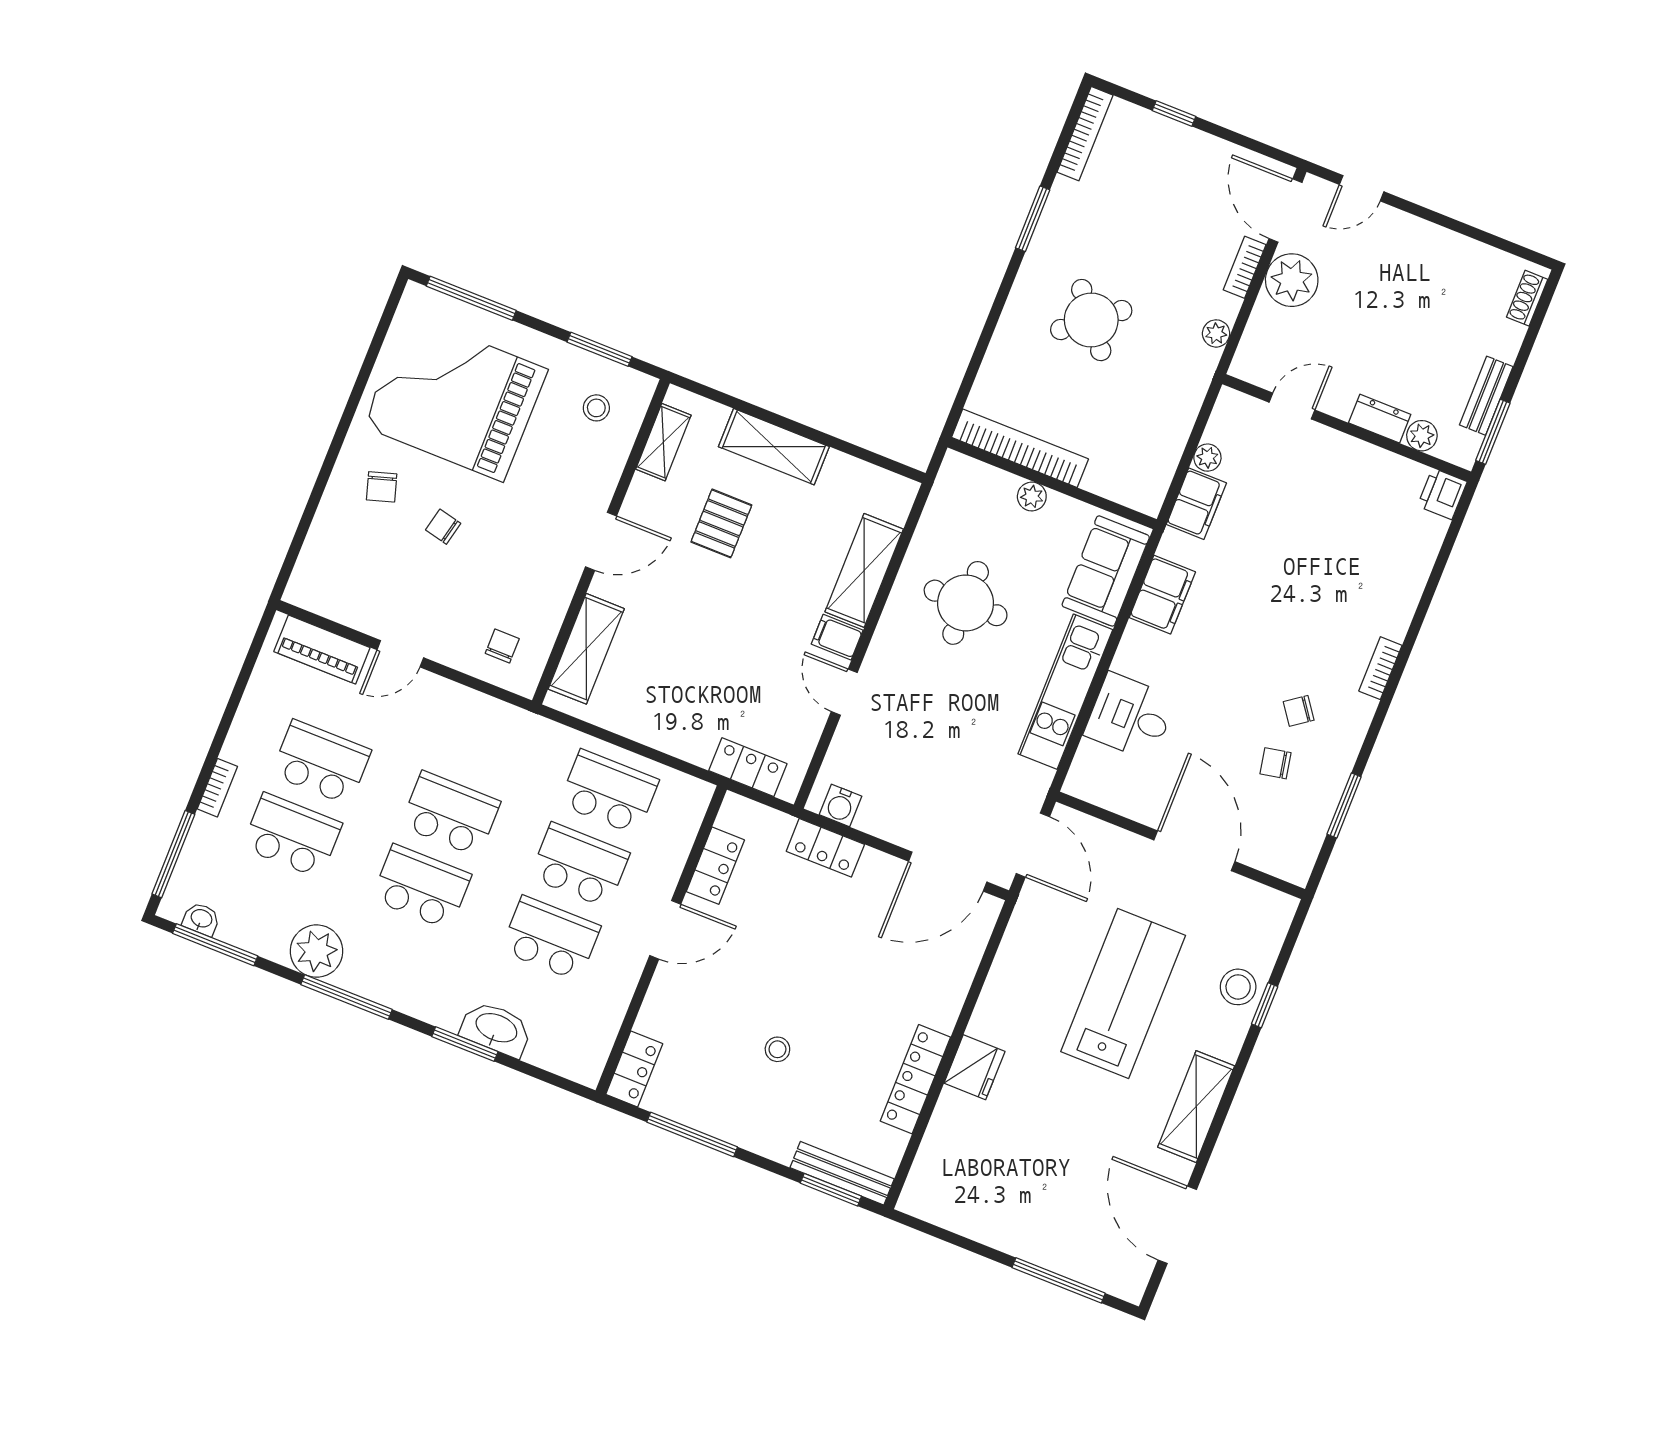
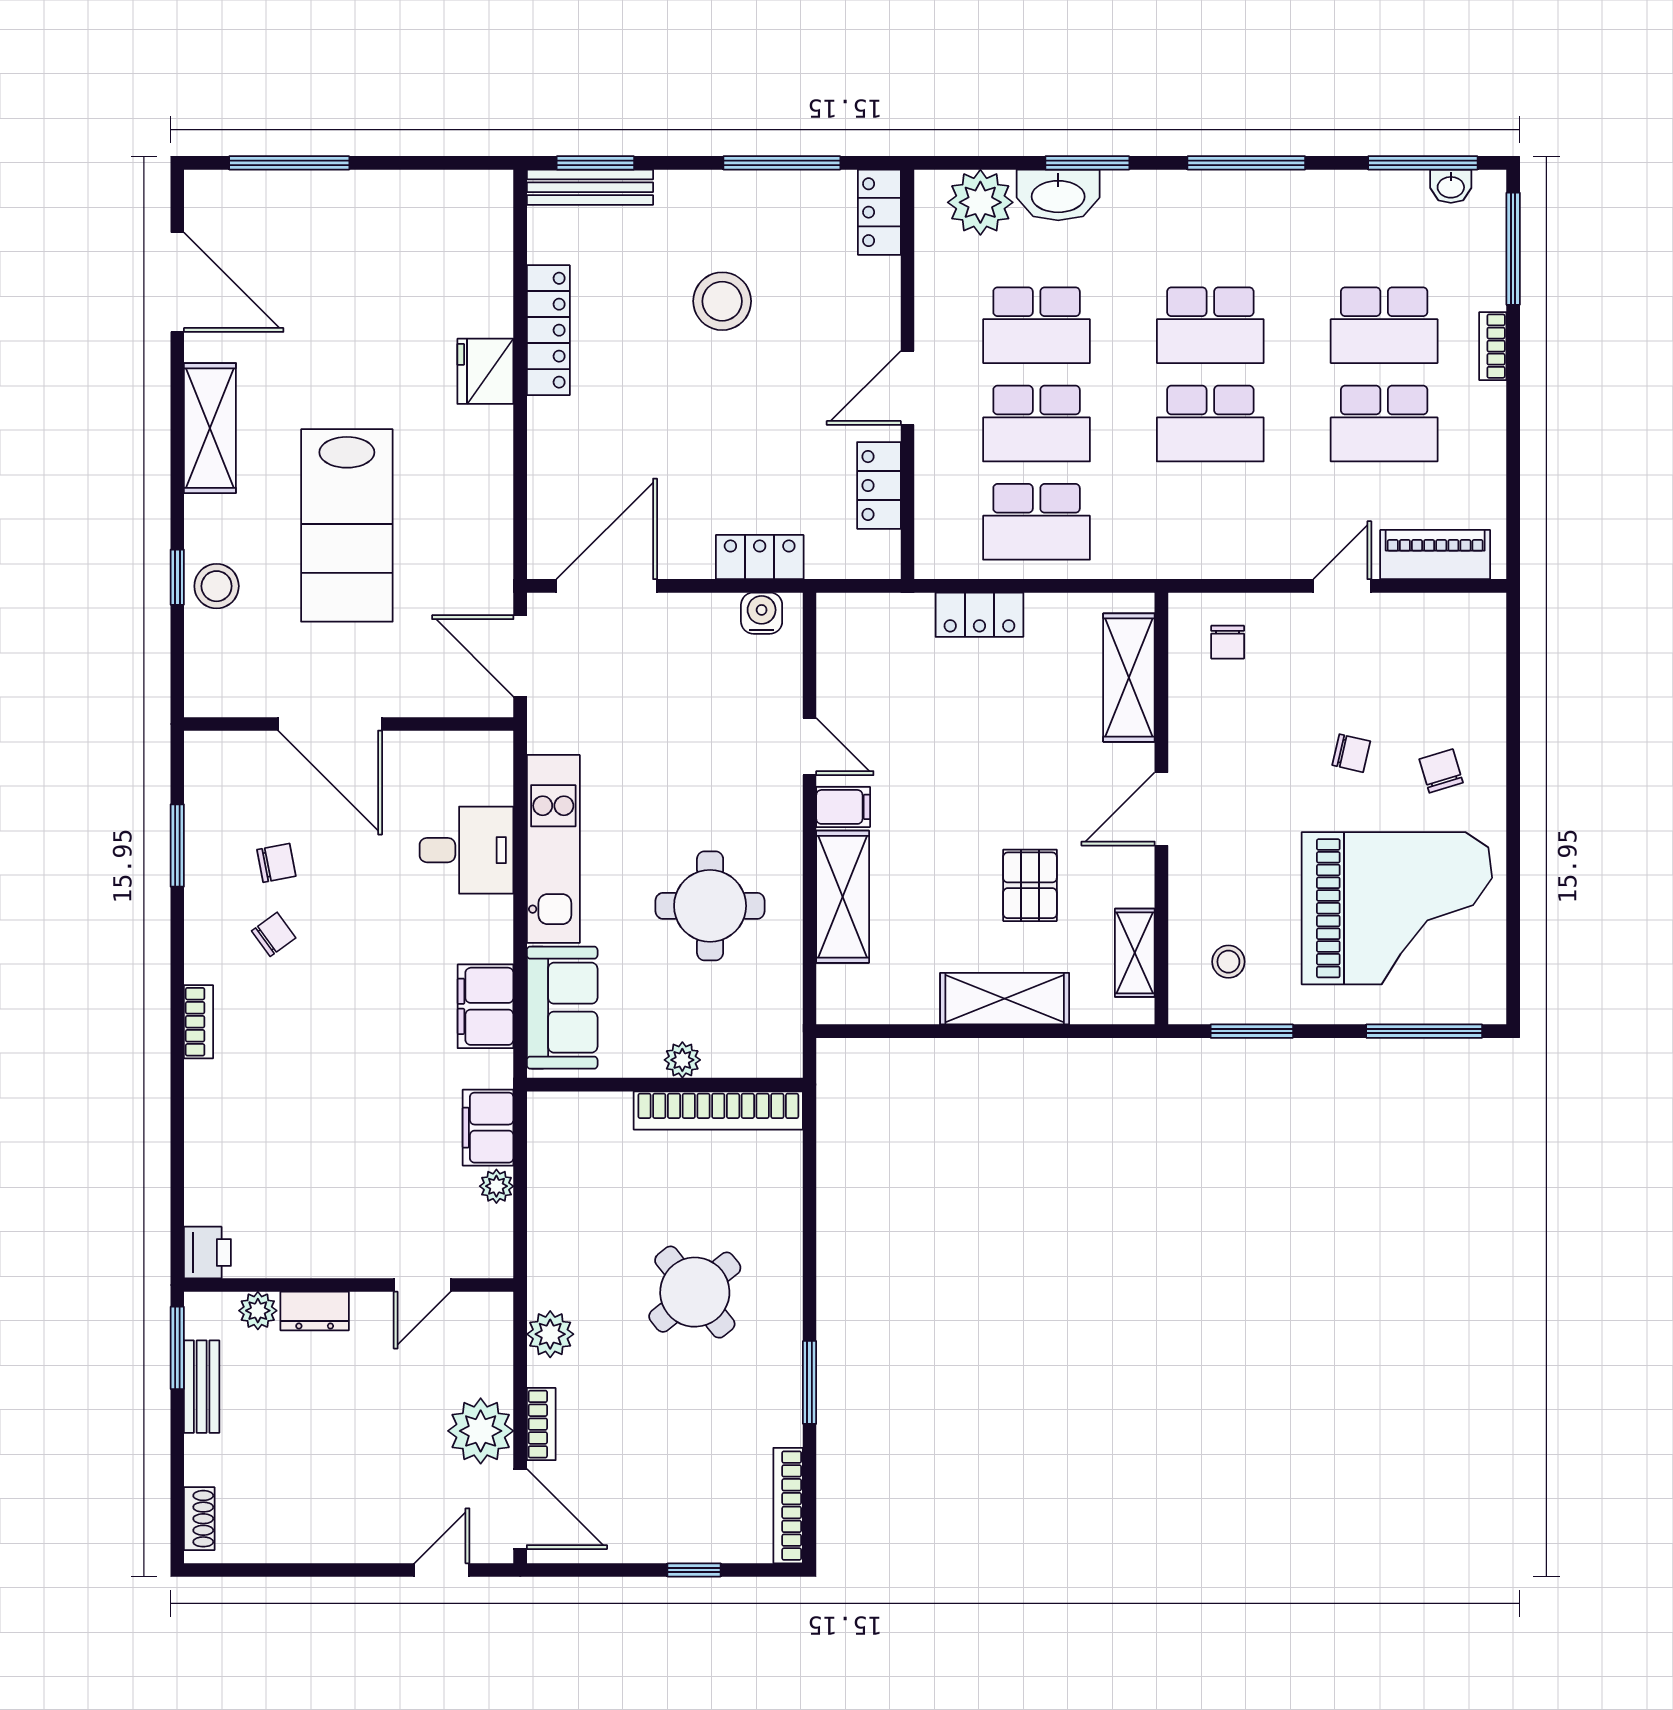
plant: (1216, 333) -> (550, 1334), width x1.38, depth x1.38
locker: (748, 767) -> (979, 615), moved
plant: (317, 951) -> (980, 202), moved
stool: (777, 1049) -> (722, 301), width x1.89, depth x1.89

